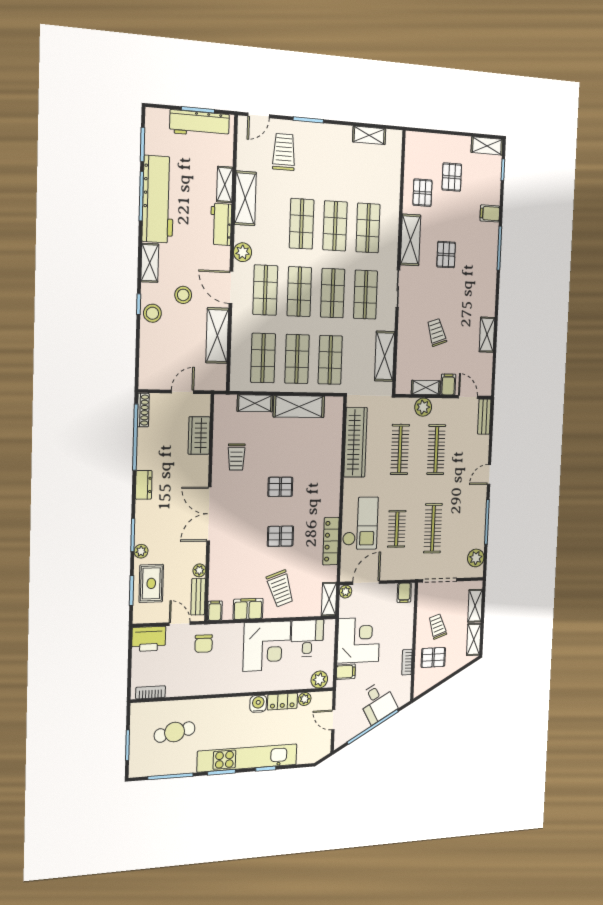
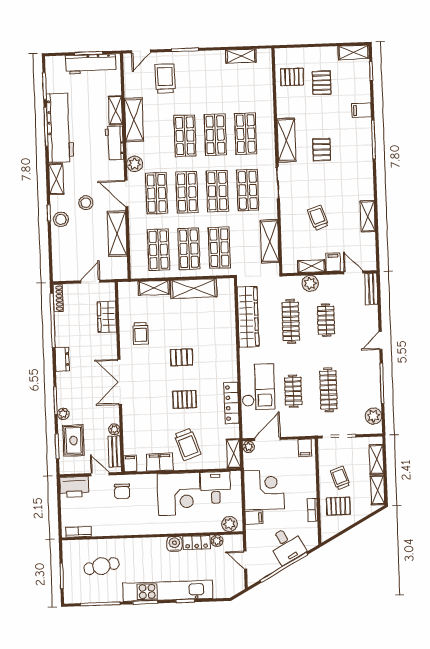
pallet: (422, 193) -> (292, 77), moved, turned 90
clothes rail: (436, 450) -> (326, 320), width x0.73

